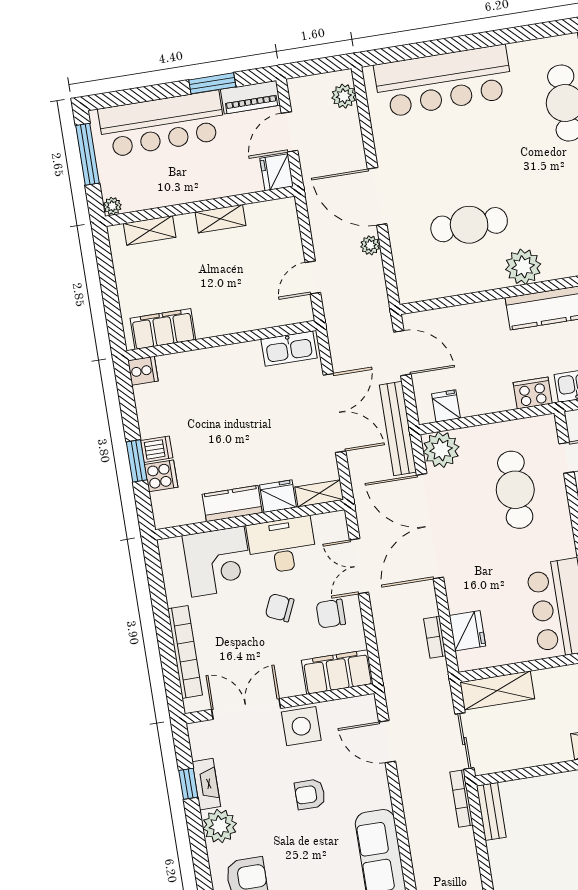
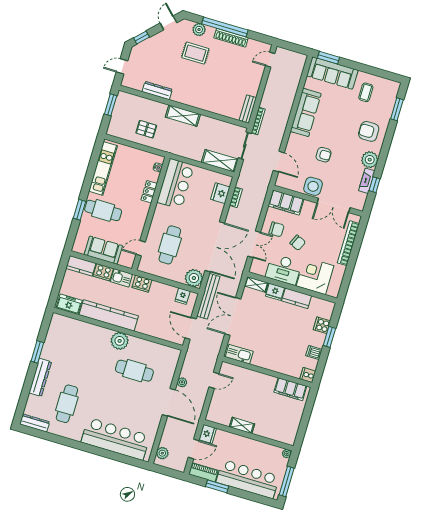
shelving: (150, 230) -> (275, 435), removed
dishwasher: (157, 449) -> (314, 353), moved

